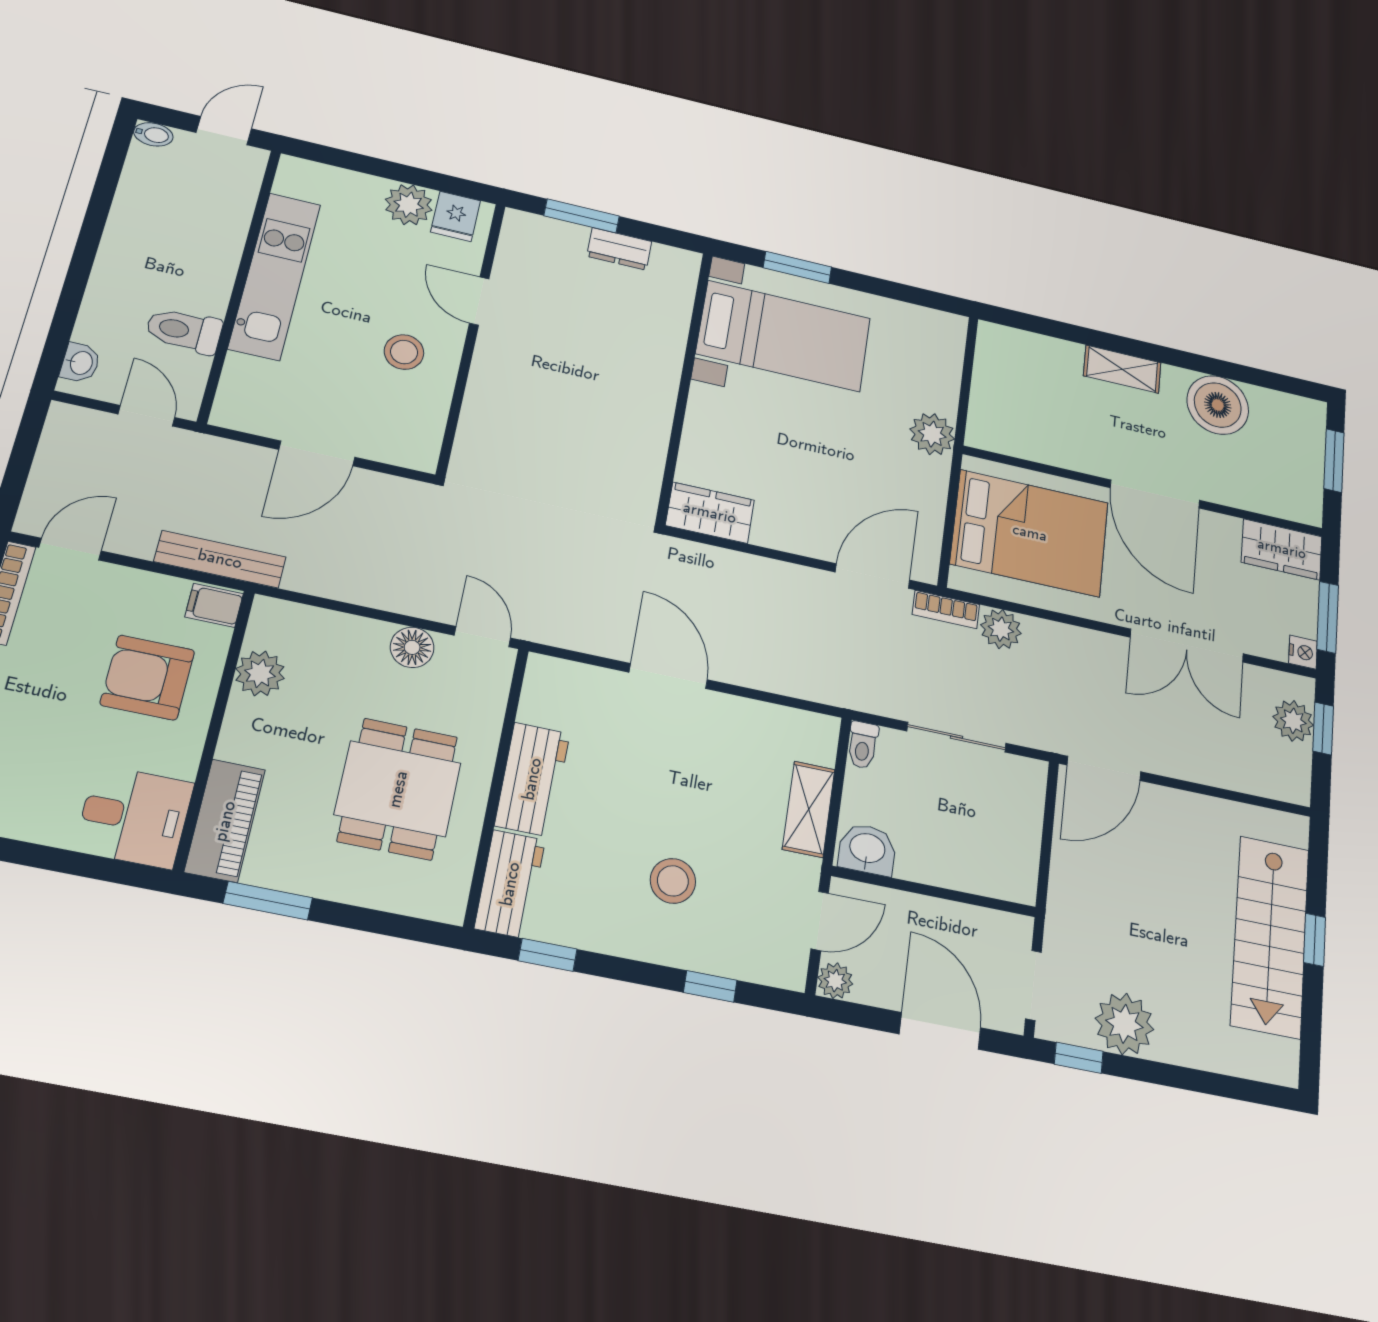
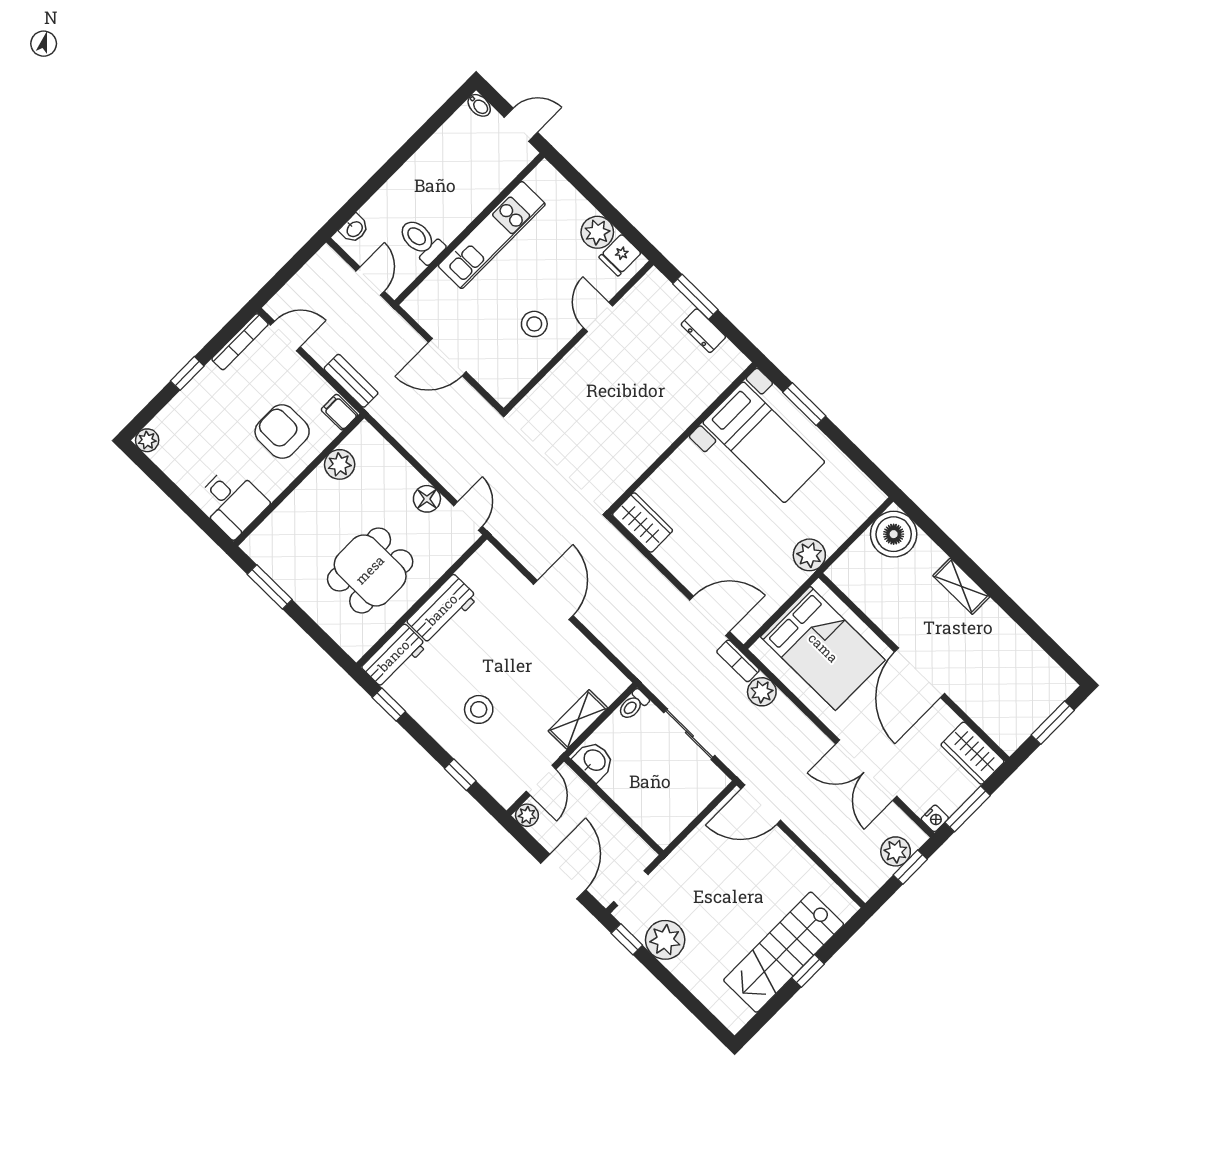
boiler: (1218, 405) -> (894, 534), moved
bench: (220, 559) -> (351, 381), width x0.73
piano: (225, 821) -> (274, 532), removed
door: (820, 921) -> (541, 780), hinge flipped

